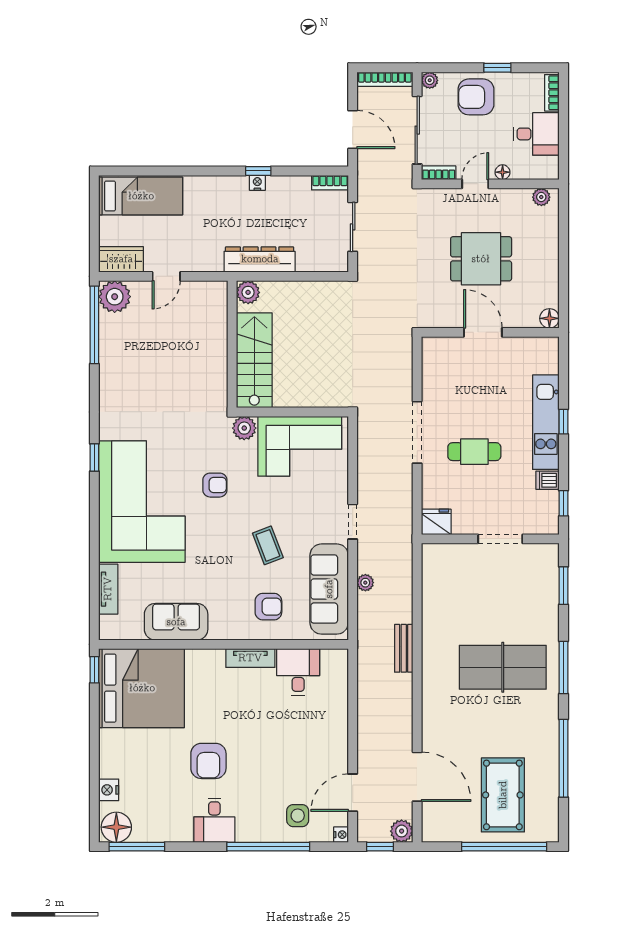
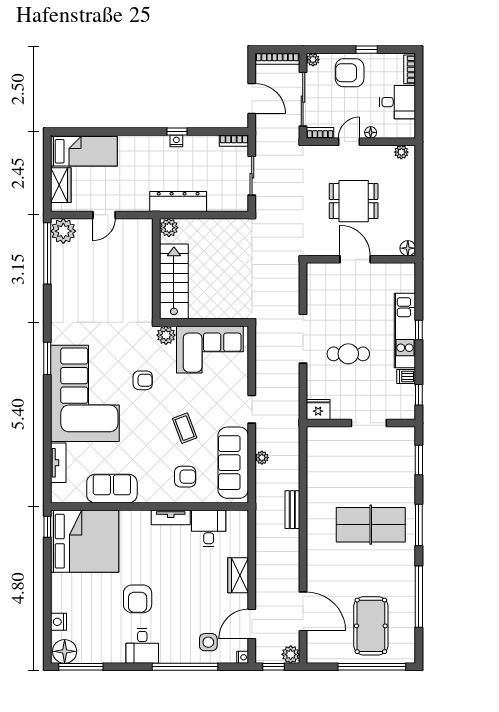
wardrobe: (121, 259) -> (61, 185), moved, turned 90
window: (94, 457) -> (47, 358), width x1.50
wardrobe: (335, 731) -> (238, 575), added

